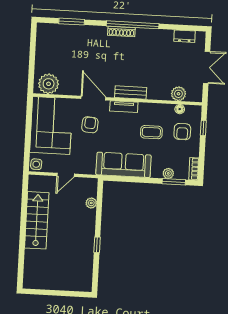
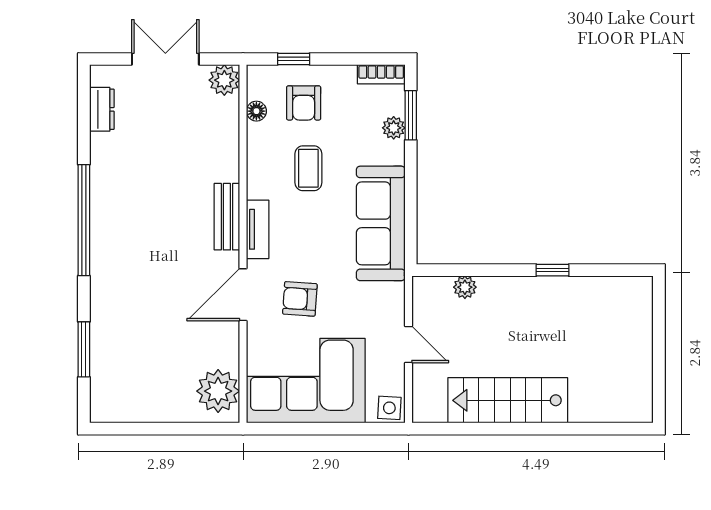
shoe rack: (121, 32) -> (99, 243), removed
plant: (178, 94) -> (224, 80), moved
armchair: (182, 132) -> (304, 103), turned 90

